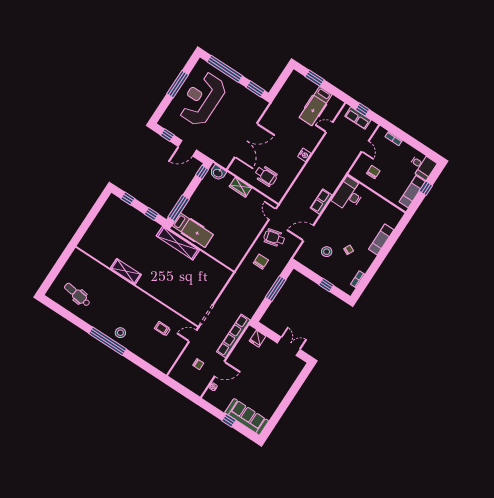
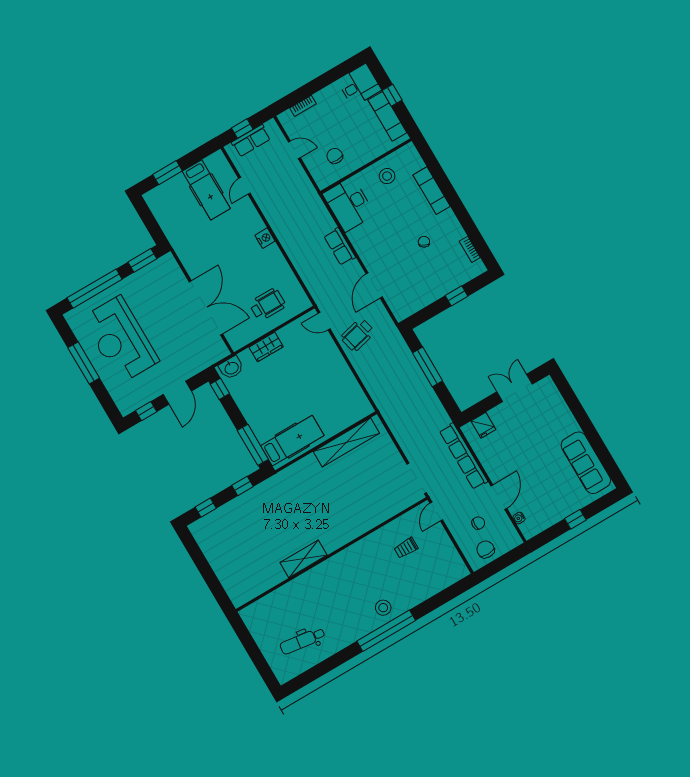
shelving: (178, 243) -> (346, 442), moved
stool: (327, 252) -> (387, 176), moved
chair: (261, 262) -> (486, 549), moved
sofa: (247, 417) -> (586, 463), moved, turned -90

